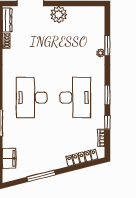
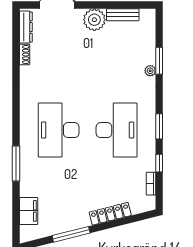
bench: (80, 11) -> (123, 15), added
locker: (82, 158) -> (110, 214), moved

